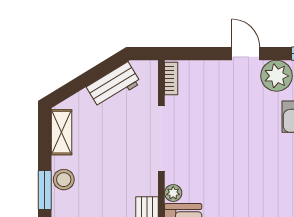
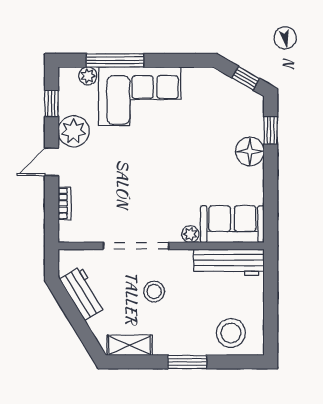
bookcase: (171, 79) -> (65, 203), moved, turned 90
stool: (64, 180) -> (154, 291), moved

